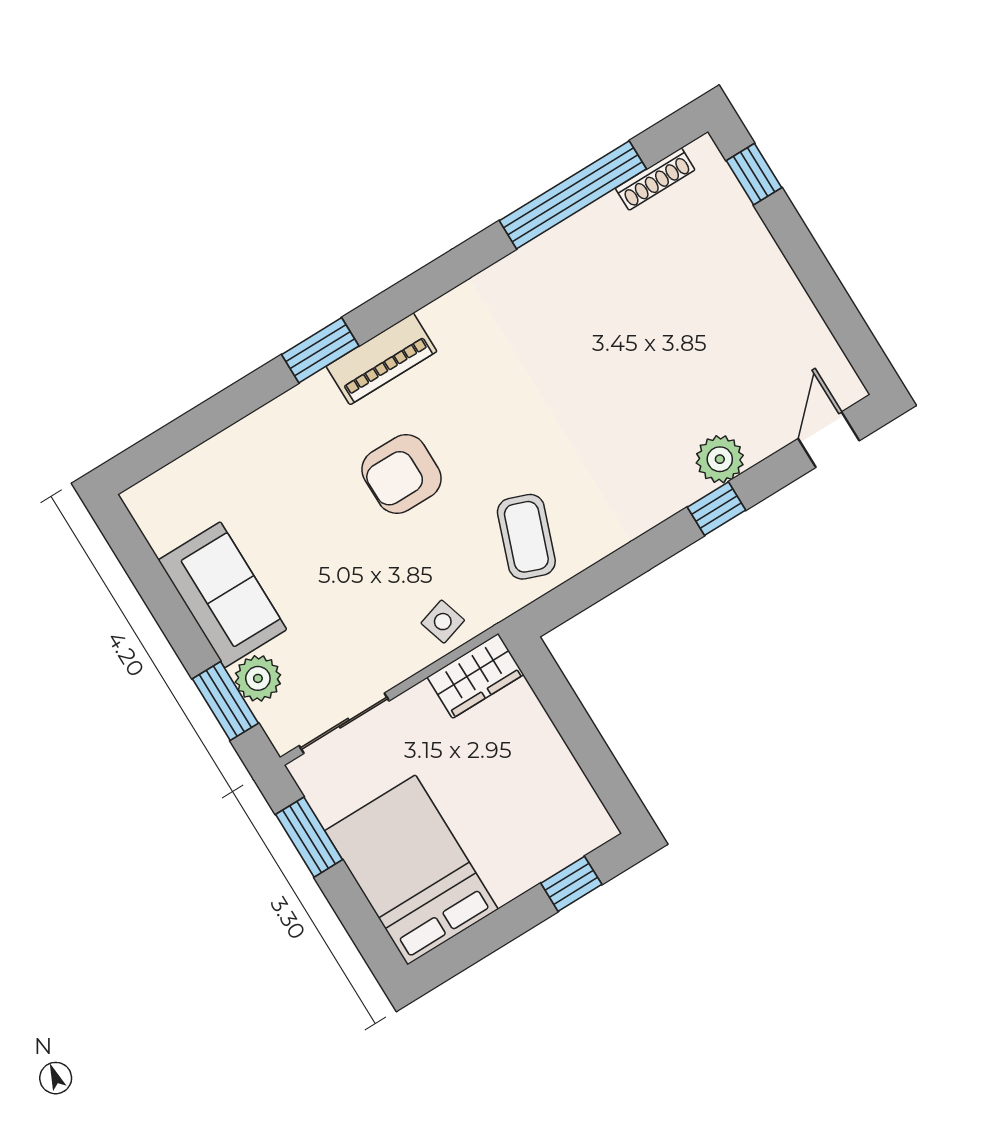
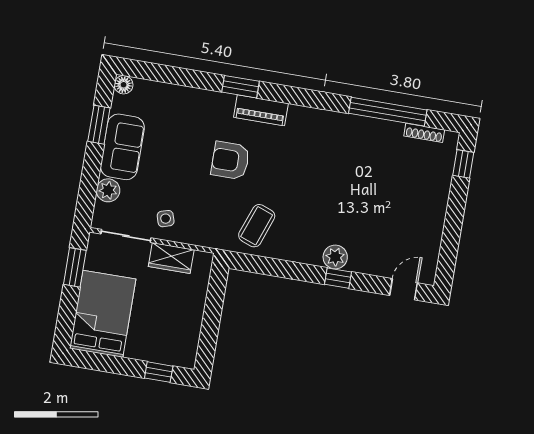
plant: (720, 459) -> (335, 257), moved
floor lamp: (143, 500) -> (124, 85), added
side table: (443, 622) -> (166, 219), moved
wardrobe: (475, 676) -> (171, 258), moved
window: (225, 701) -> (99, 125), moved

